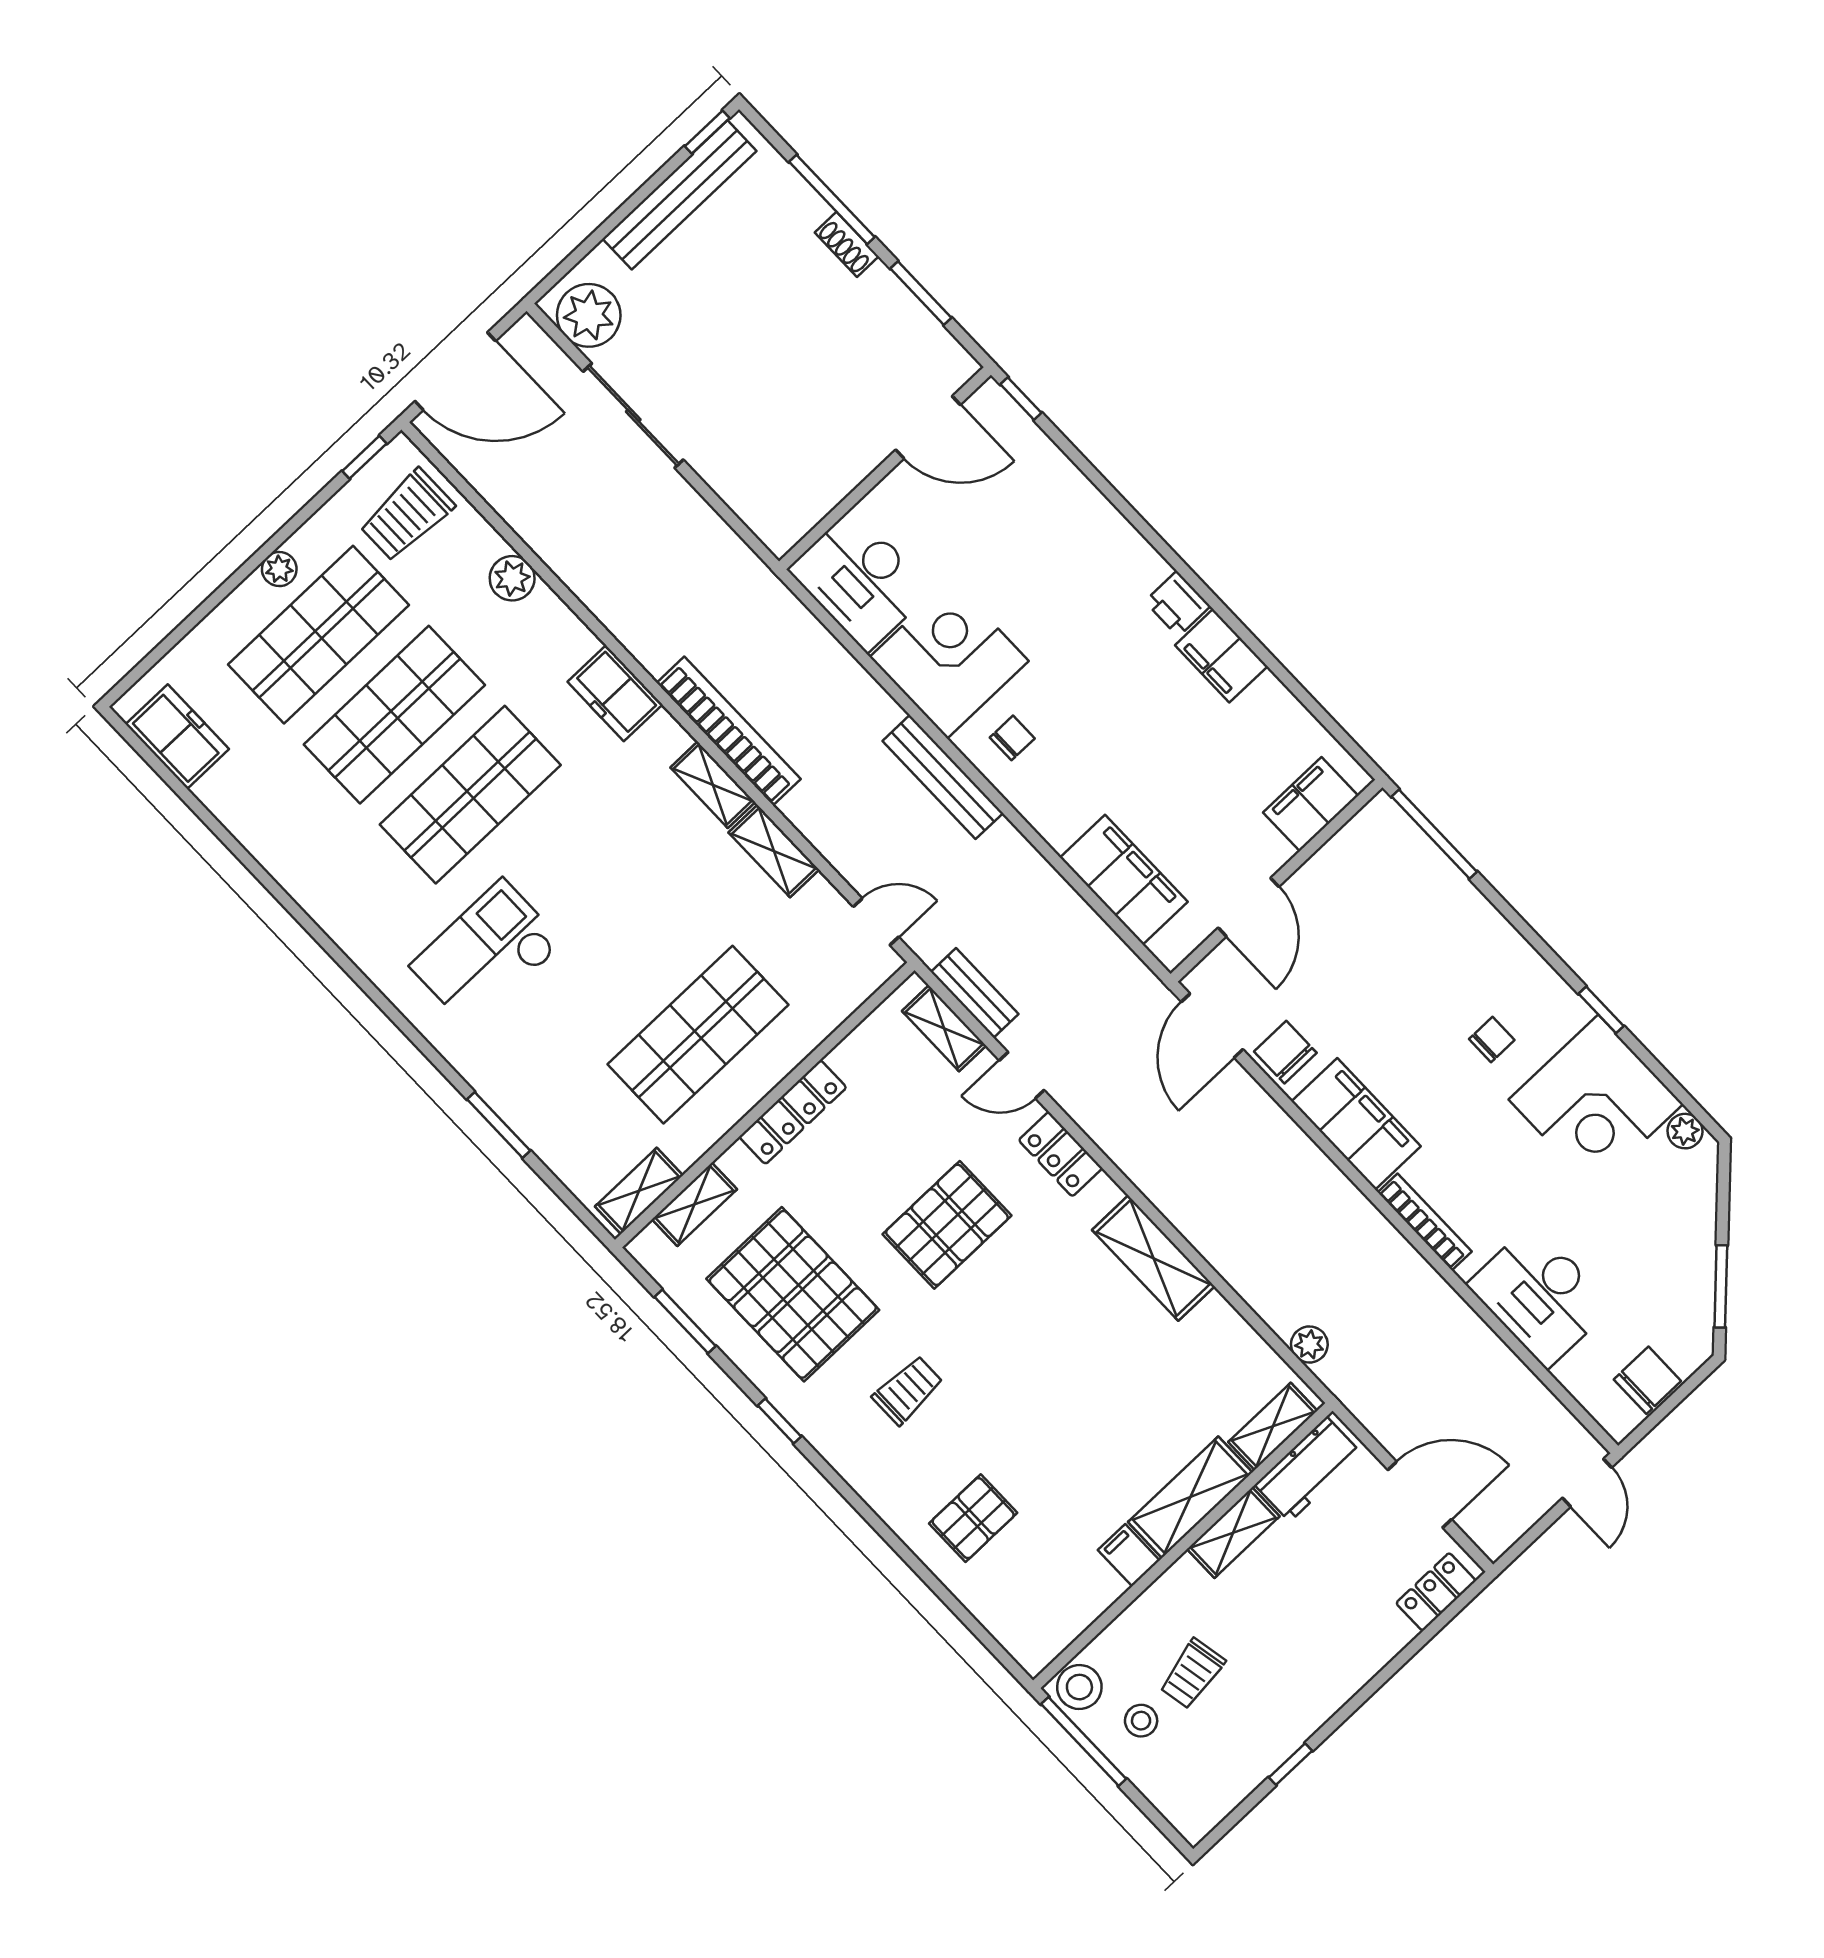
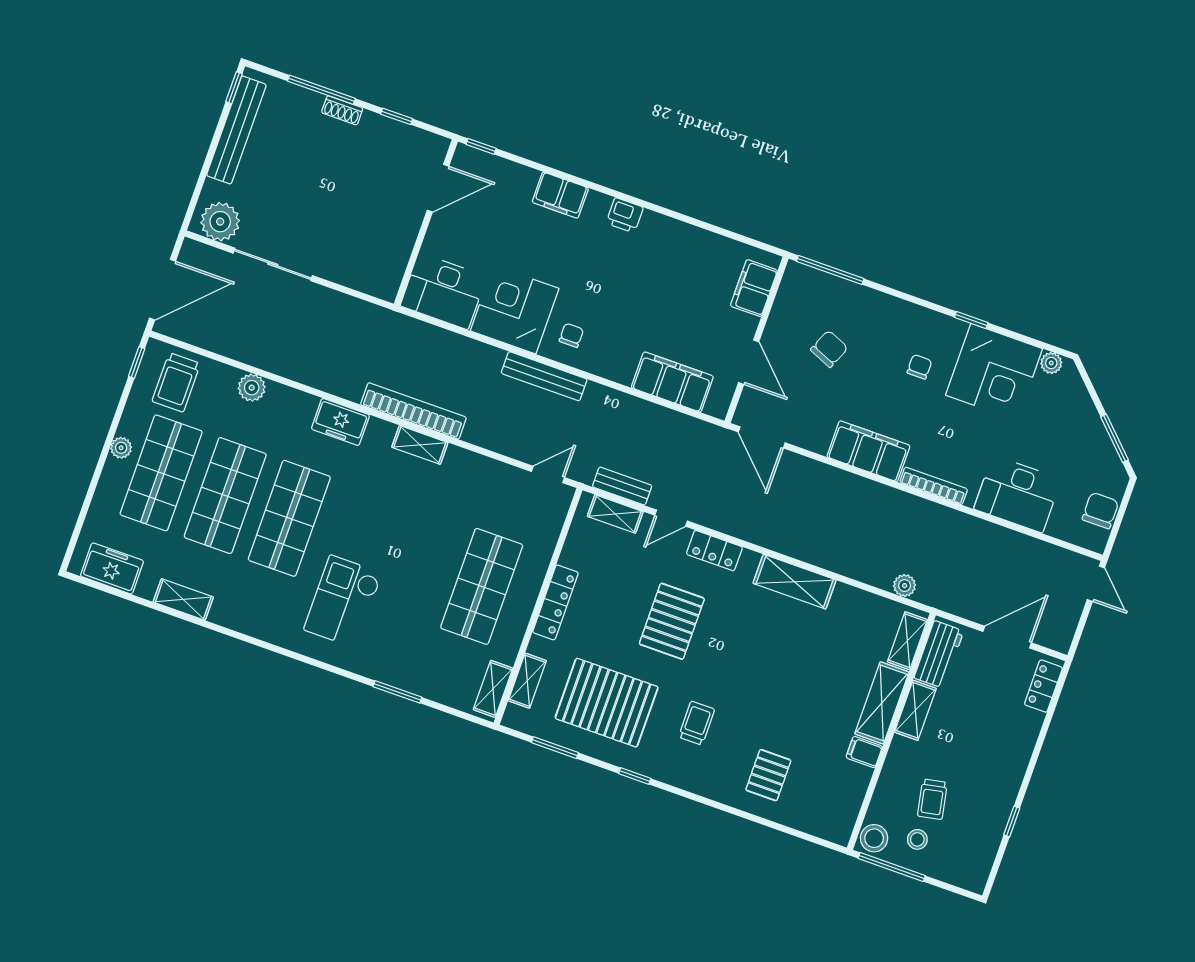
window: (921, 293) -> (397, 116), width x0.67
filing cabinet: (1221, 656) -> (560, 195), moved
shelving: (774, 851) -> (183, 599), moved
chair: (1285, 1052) -> (829, 349), moved, turned 113

